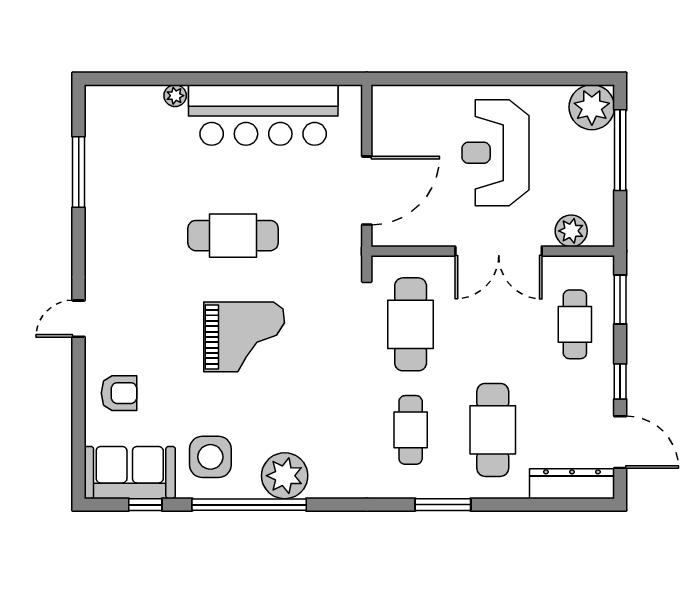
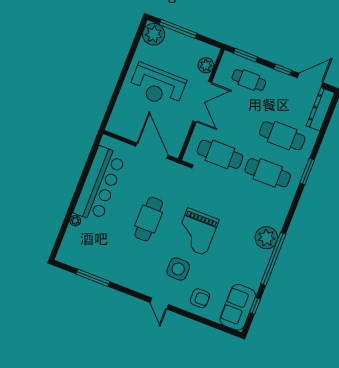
grand piano: (244, 337) -> (196, 232), turned 180
armchair: (119, 393) -> (200, 298), turned 90
cafe table: (411, 430) -> (268, 173), width x1.37, depth x1.35
side table: (210, 457) -> (178, 269), moved

